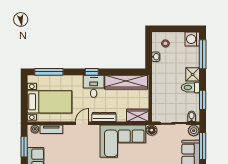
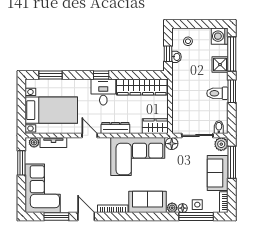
window: (149, 54) -> (168, 54), added
window: (49, 72) -> (50, 75), width x0.69
shower: (193, 74) -> (220, 65), moved
window: (203, 100) -> (232, 91), moved
door: (82, 123) -> (90, 135), hinge flipped

